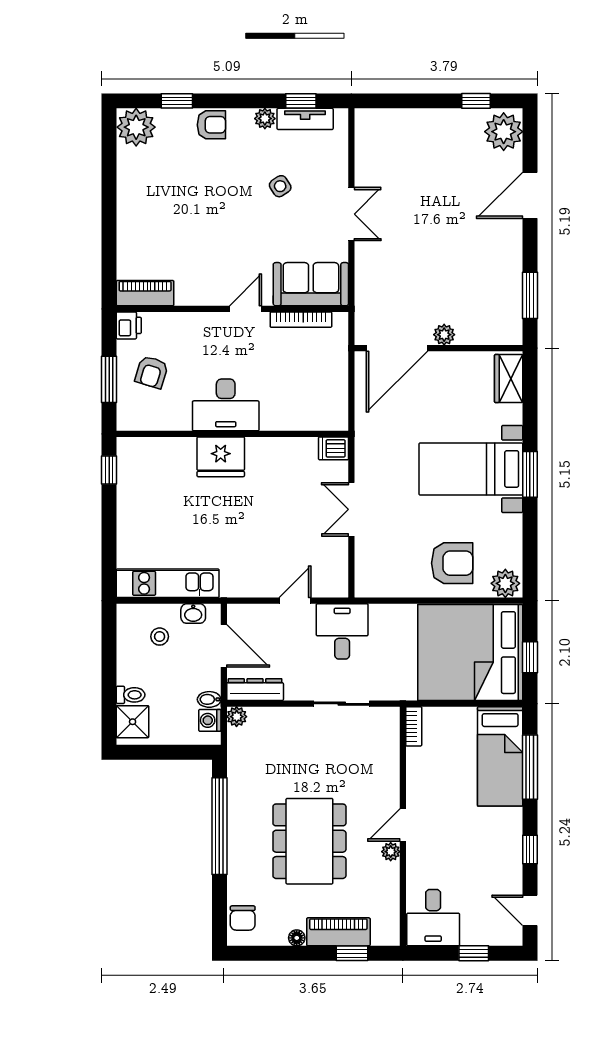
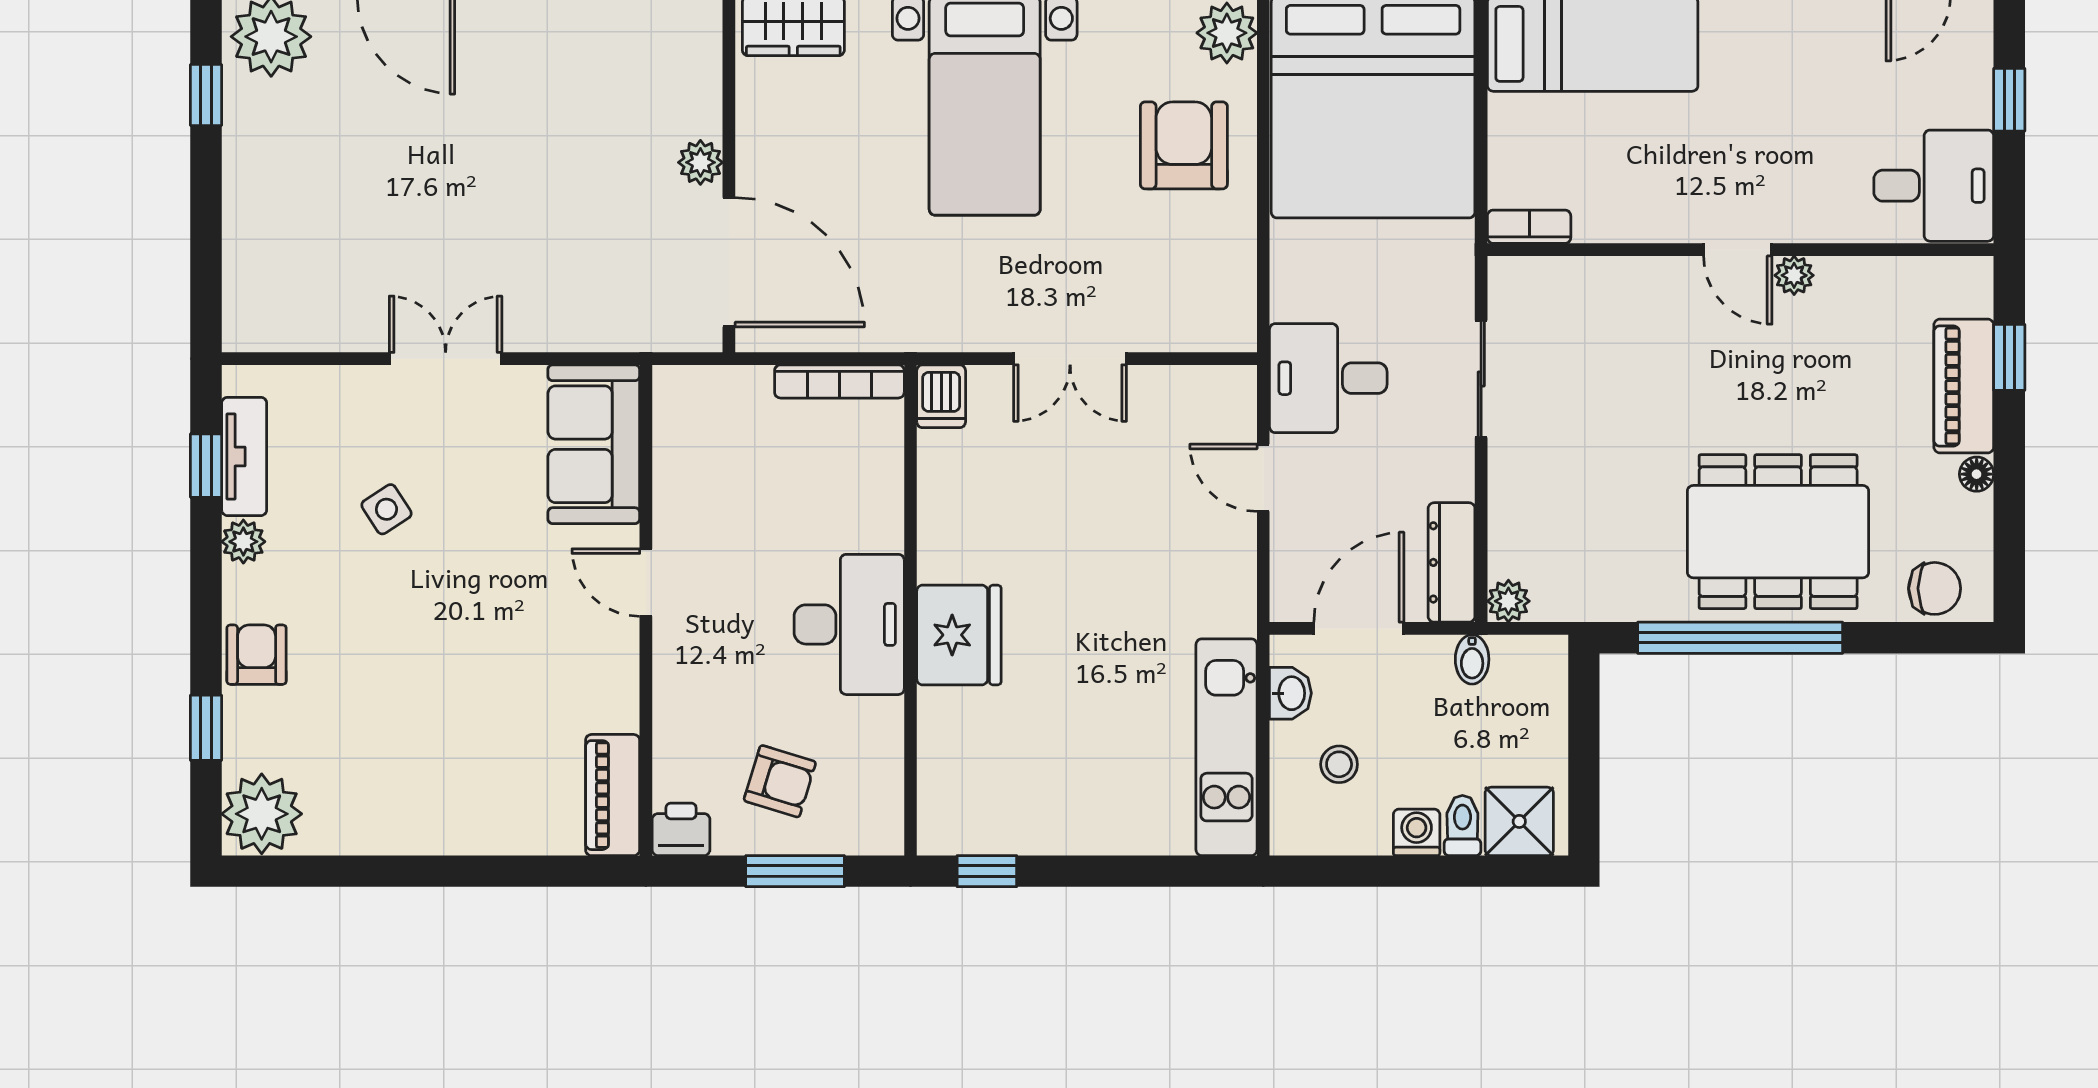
bookcase: (301, 320) -> (839, 381), moved, turned 90
washing machine: (210, 720) -> (1417, 832), moved, turned 180
dining table: (309, 841) -> (1778, 532), moved

